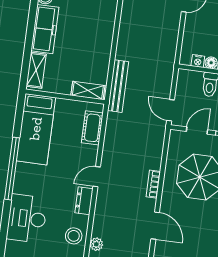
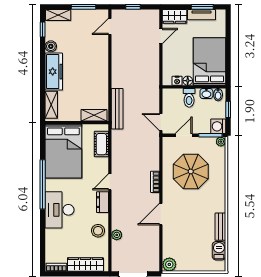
bed: (36, 129) -> (63, 151), width x1.50
desk: (27, 218) -> (60, 210), moved
door: (155, 226) -> (161, 214), swing flipped

